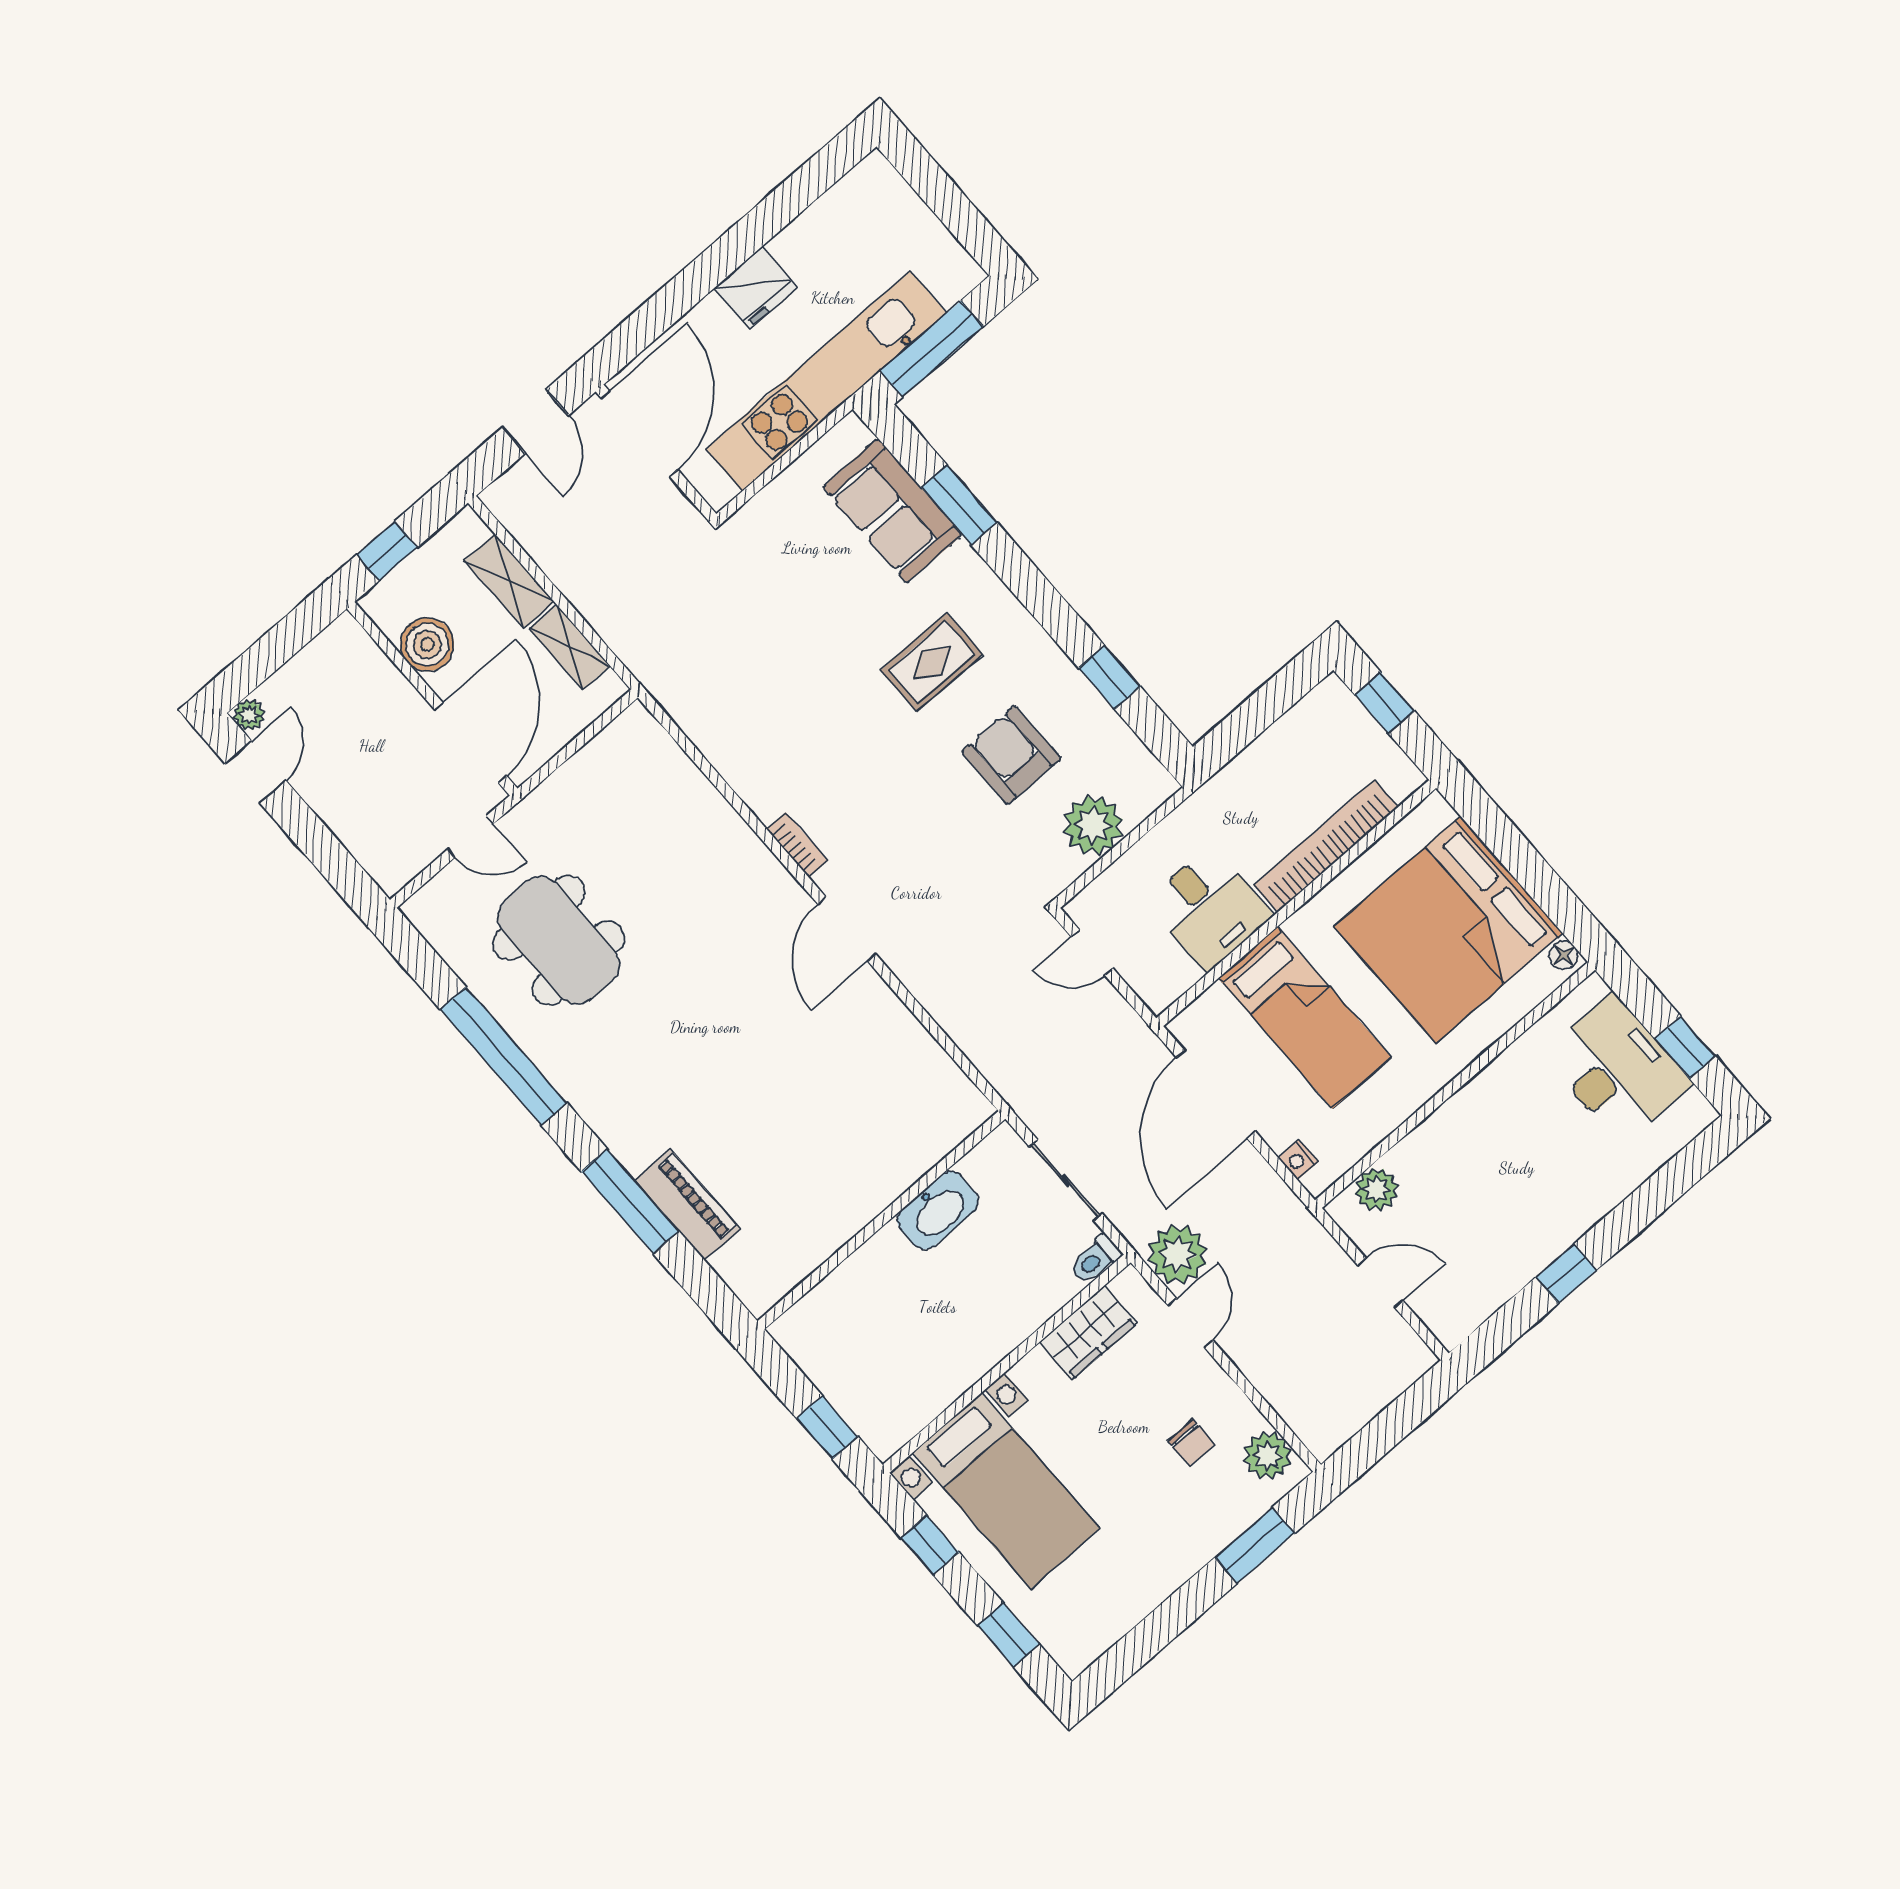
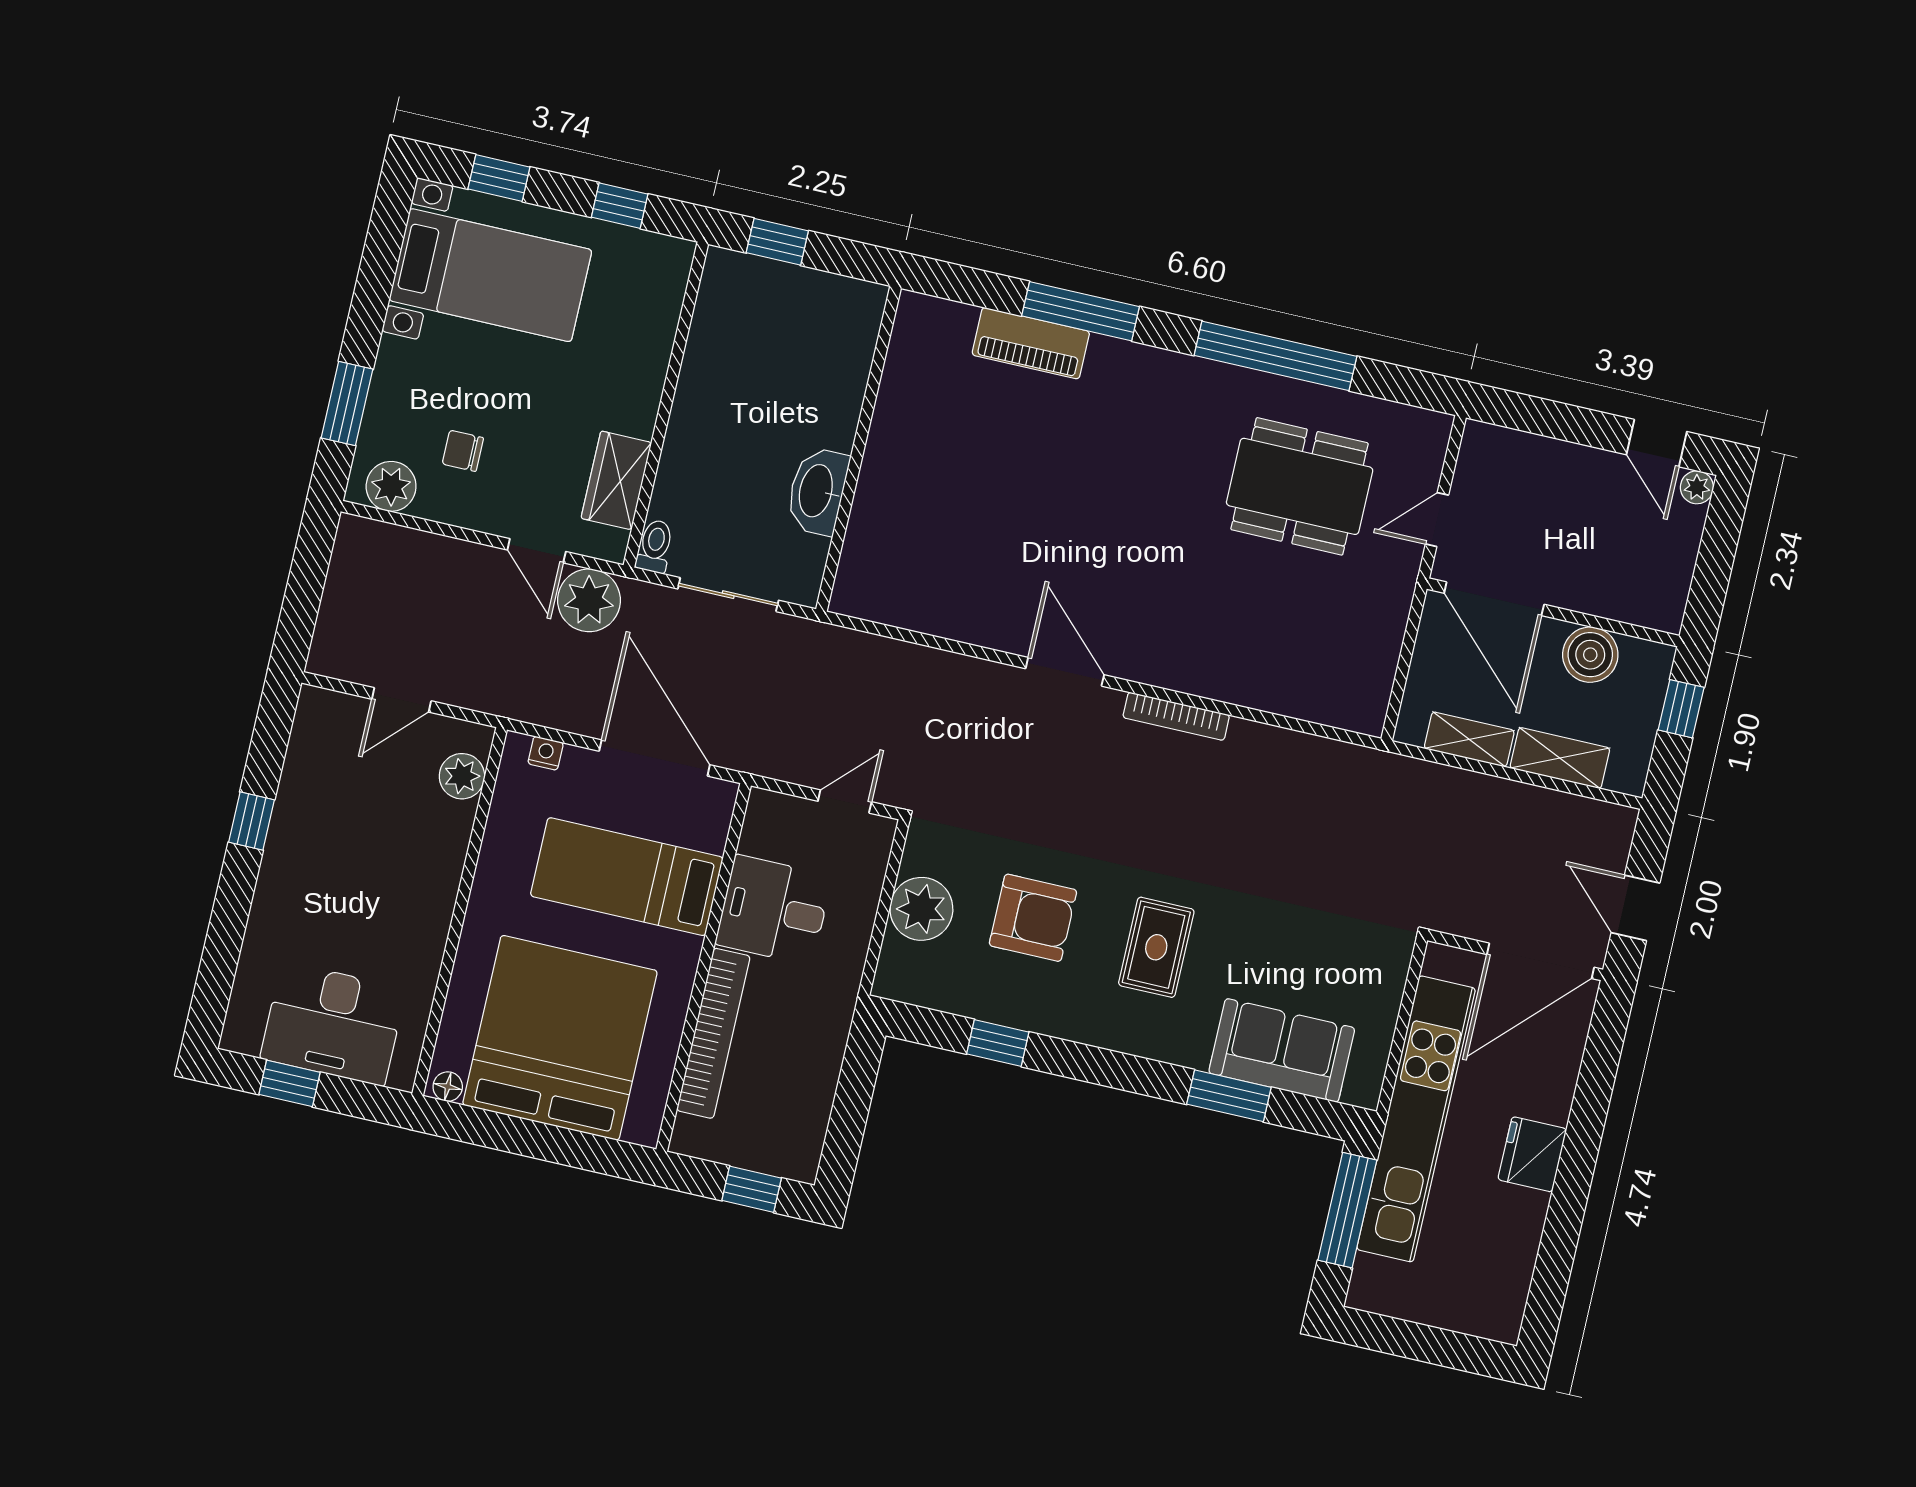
door: (640, 434) -> (1541, 961), hinge flipped
bookcase: (797, 845) -> (1176, 716), width x1.56
bed with nightstands: (1006, 1491) -> (490, 275), moved, turned 180

